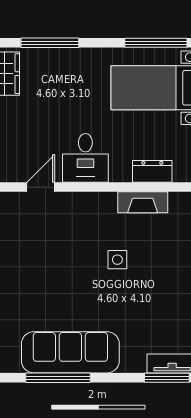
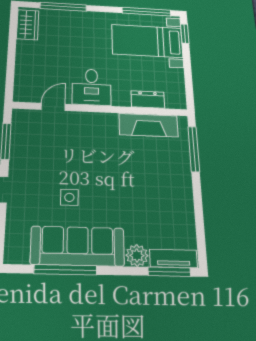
fireplace: (143, 202) -> (149, 125), width x1.37, depth x1.32
side table: (117, 260) -> (69, 197), moved
plant: (133, 361) -> (137, 255), added

